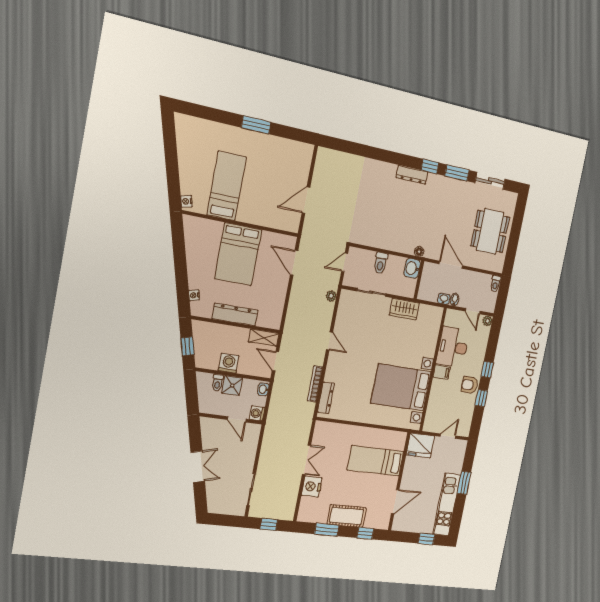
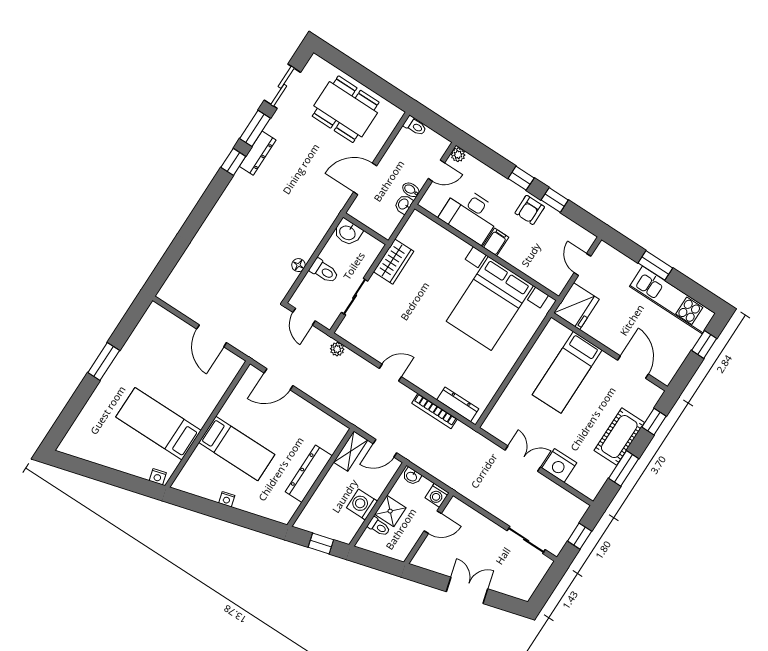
dresser: (412, 175) -> (258, 153), moved
floor lamp: (419, 251) -> (298, 265), moved
bed: (238, 254) -> (237, 449), width x0.67
nightstand: (194, 295) -> (227, 499), moved

